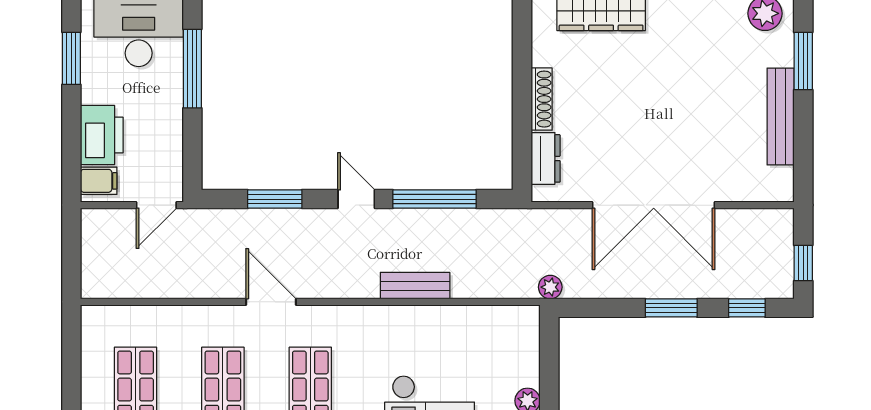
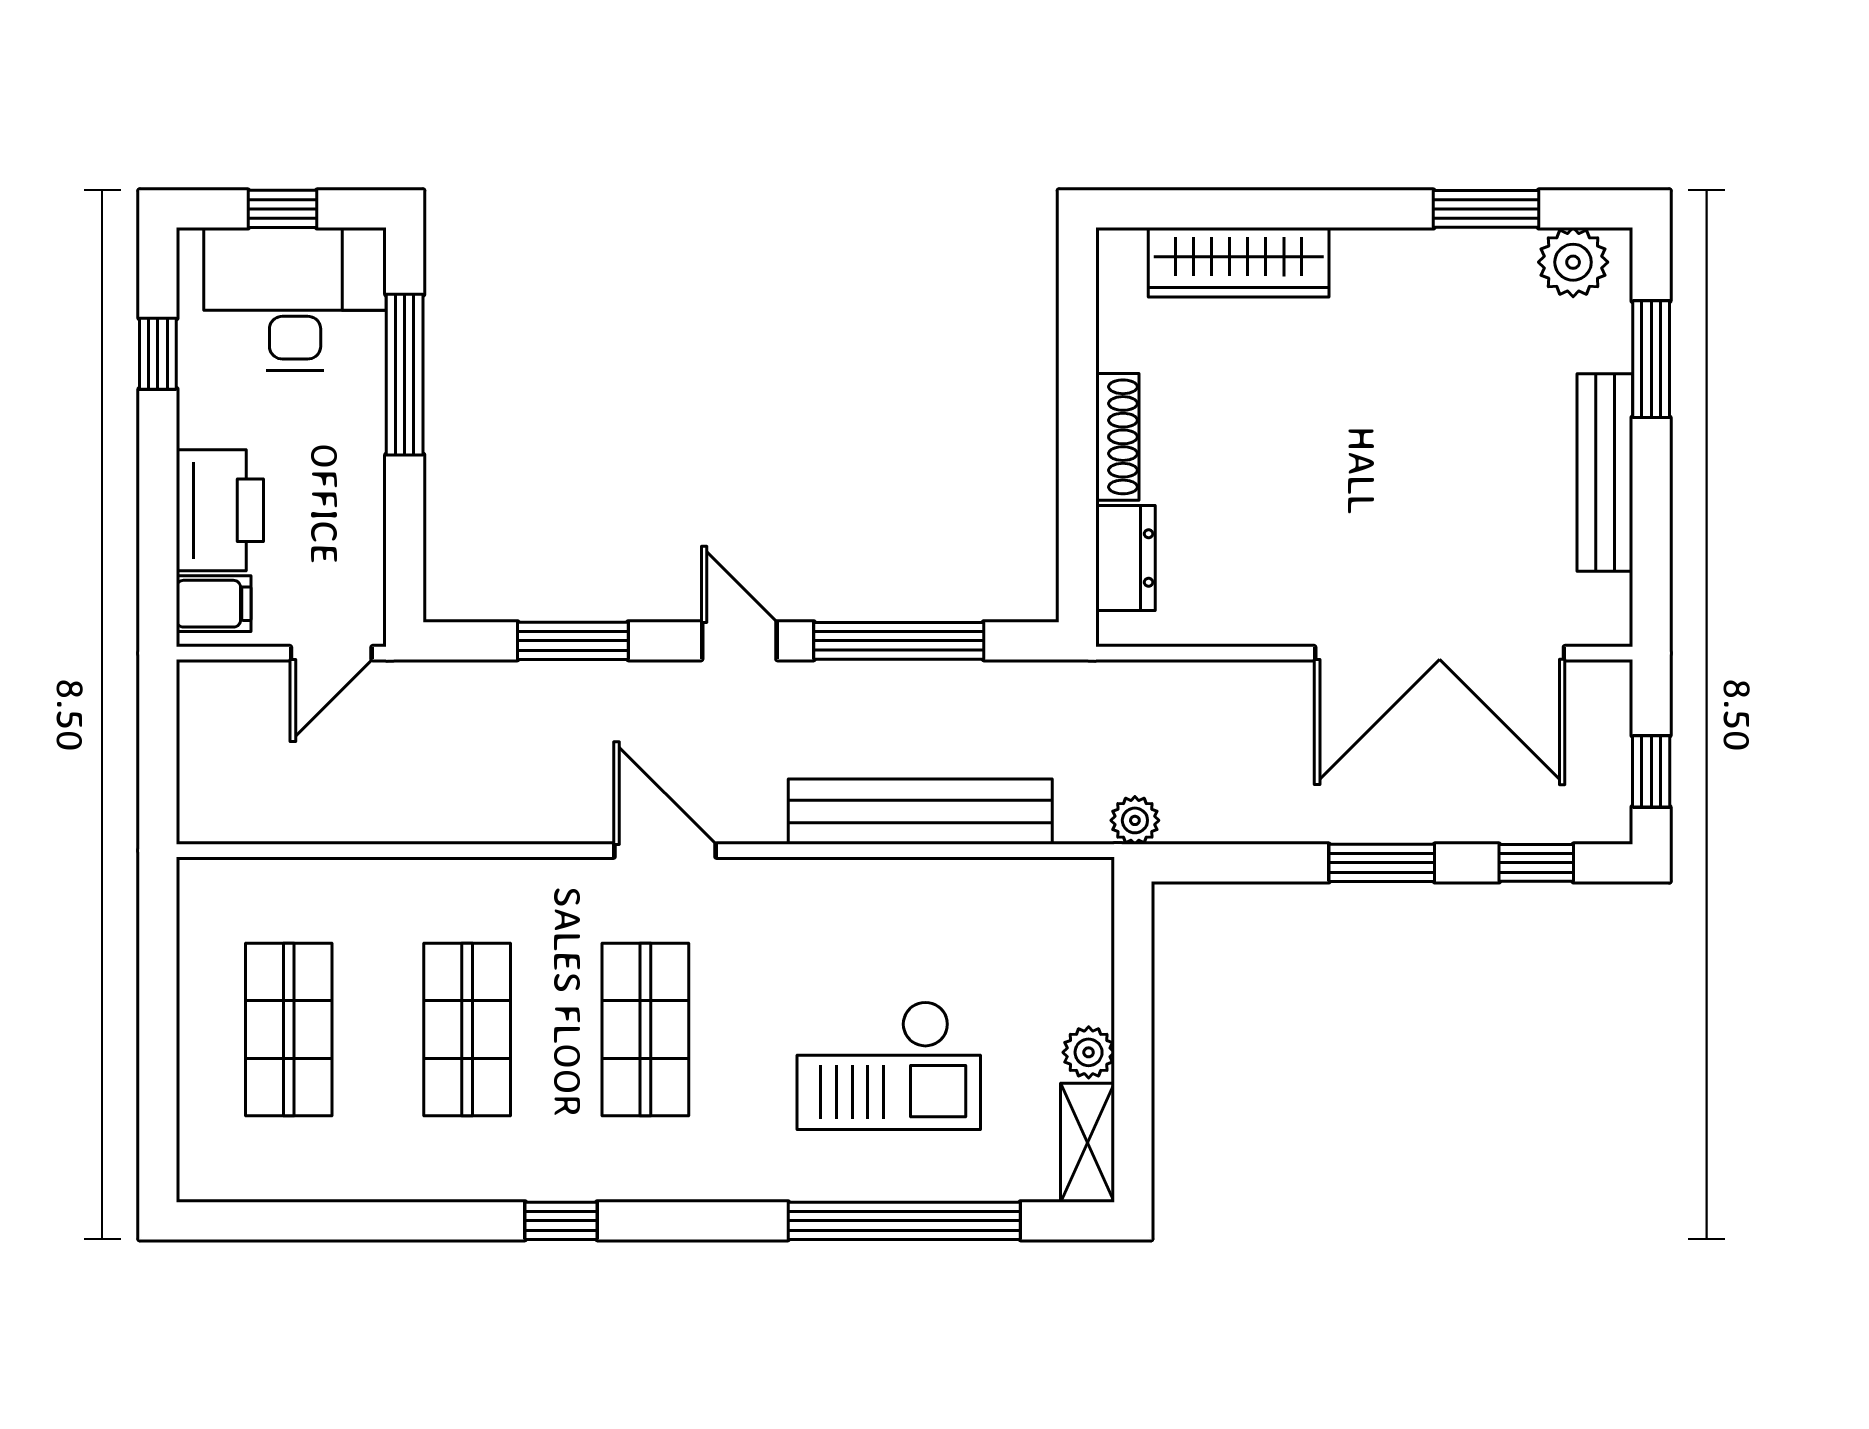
window: (71, 58) -> (158, 354), width x0.67
double door: (654, 205) -> (1440, 653), moved
bench: (415, 286) -> (920, 812), width x1.86, depth x1.21
door: (271, 302) -> (665, 851), moved

